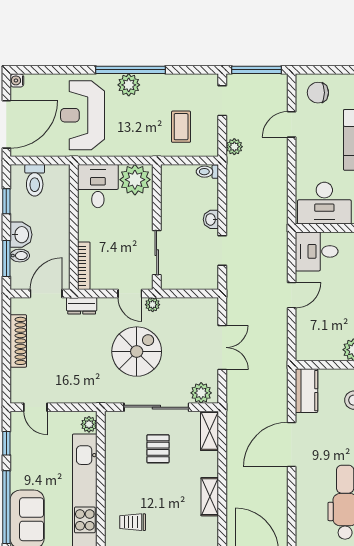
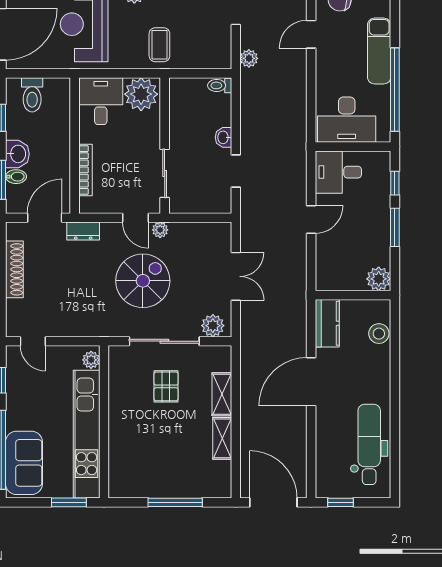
coffee table: (181, 127) -> (159, 45), moved
bookcase: (84, 266) -> (85, 170), moved
shelving: (209, 431) -> (222, 394), moved
trolley: (133, 522) -> (138, 466), removed

